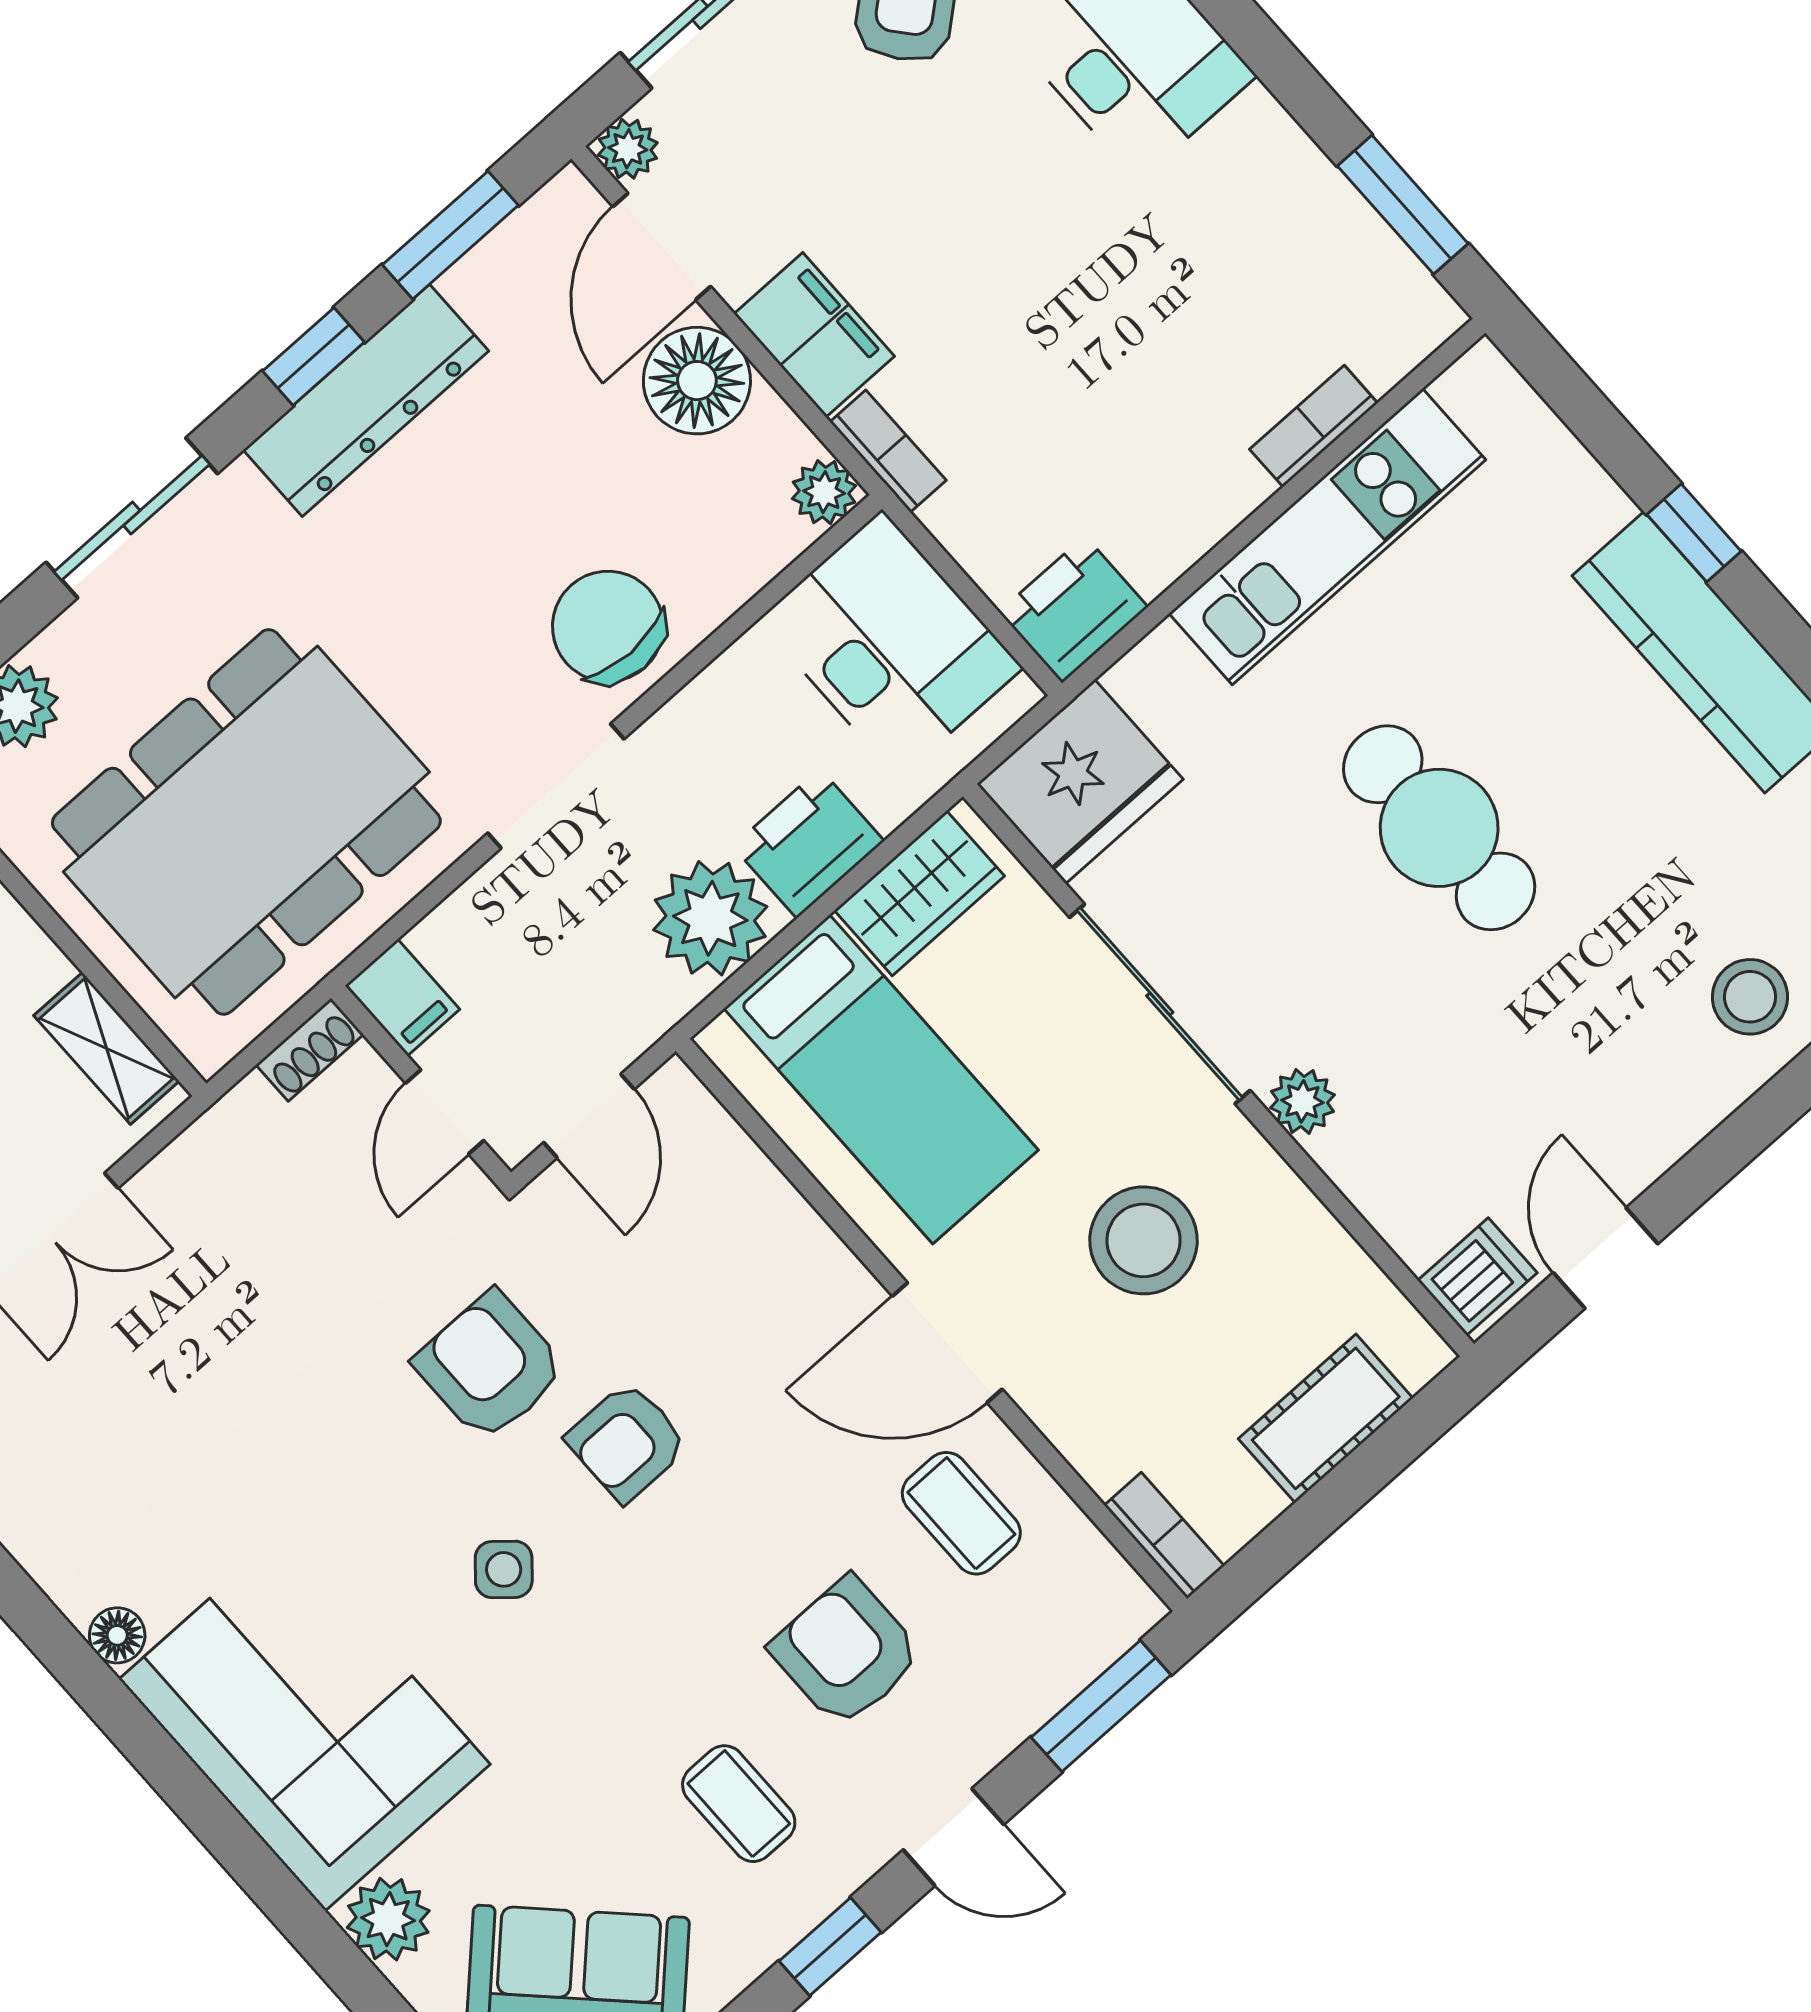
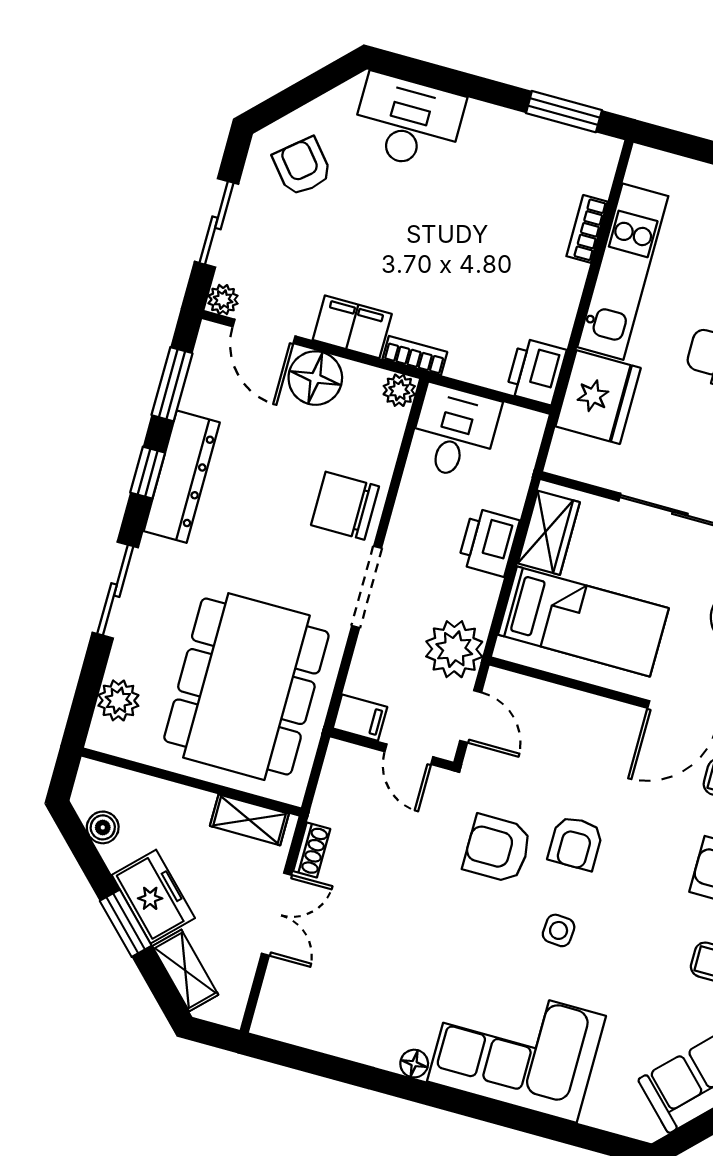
desk: (890, 644) -> (454, 432), width x0.73
fridge: (1080, 781) -> (598, 397), moved
plant: (710, 918) -> (454, 649), moved
shoe rack: (310, 1050) -> (312, 850), moved
side table: (504, 1569) -> (559, 930), turned -37
plant: (388, 1919) -> (605, 1109), removed

